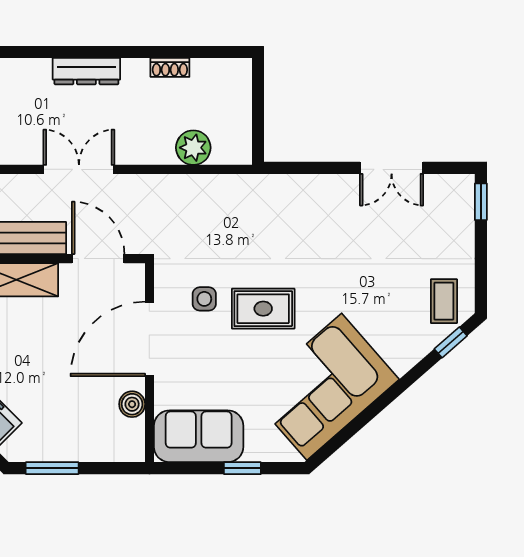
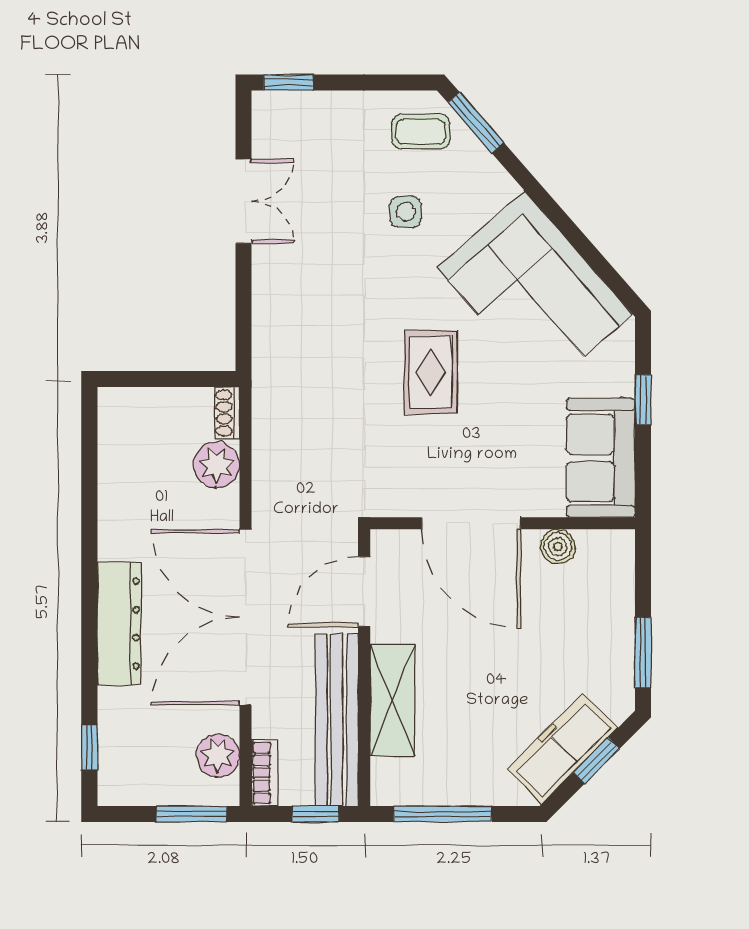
shoe rack: (170, 67) -> (227, 413), moved, turned 180
dresser: (86, 71) -> (119, 624), width x1.37, depth x1.24
double door: (79, 169) -> (246, 617), width x1.87
side table: (204, 299) -> (406, 212), moved
window: (451, 342) -> (476, 123), width x1.50

